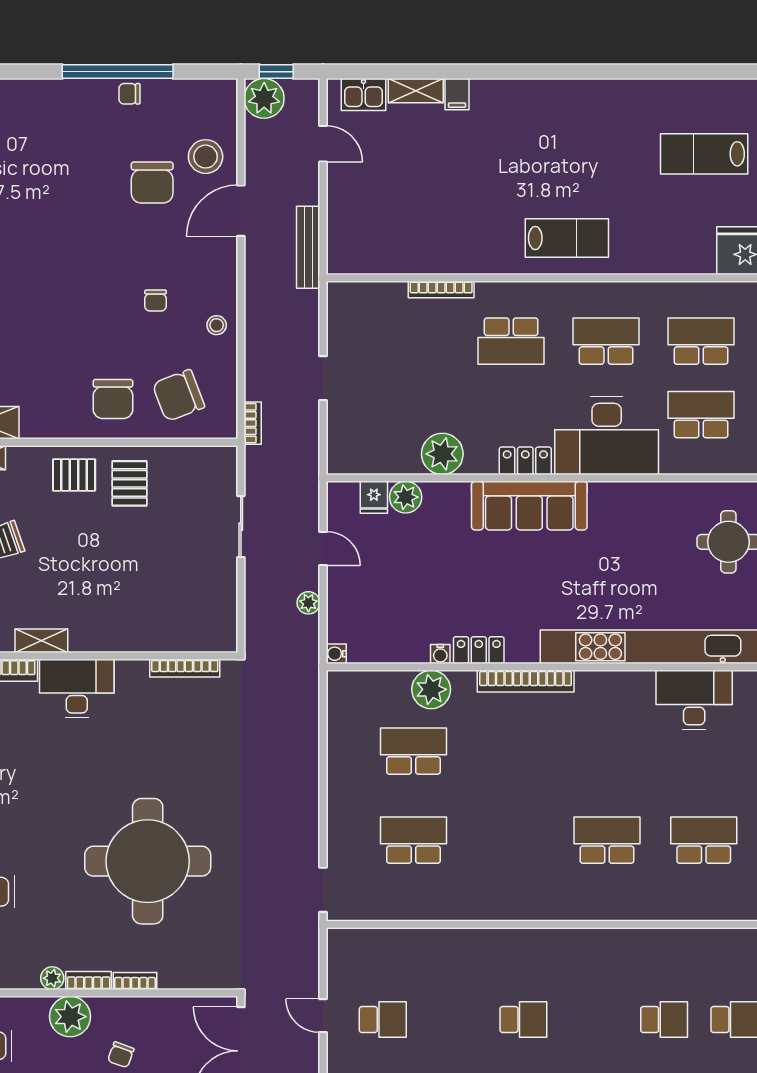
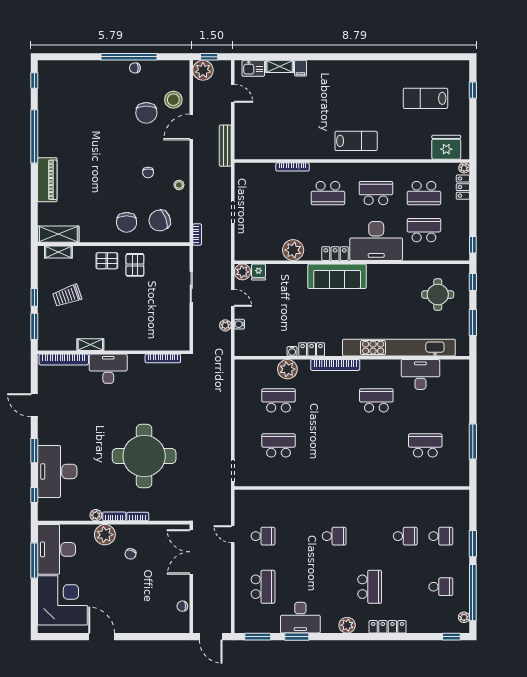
school desk: (701, 341) -> (424, 193), turned 180
plant: (406, 497) -> (242, 272), moved
water cooler: (336, 654) -> (239, 324), moved
school desk: (607, 840) -> (376, 400), moved

